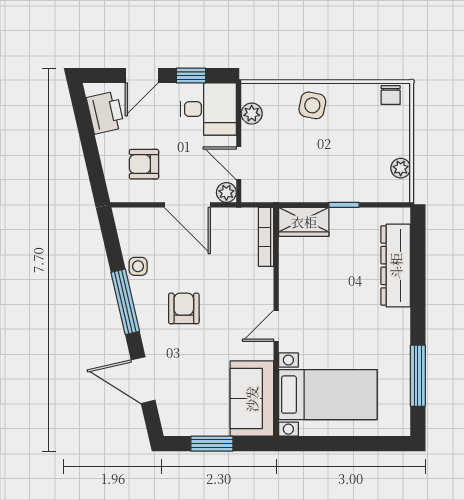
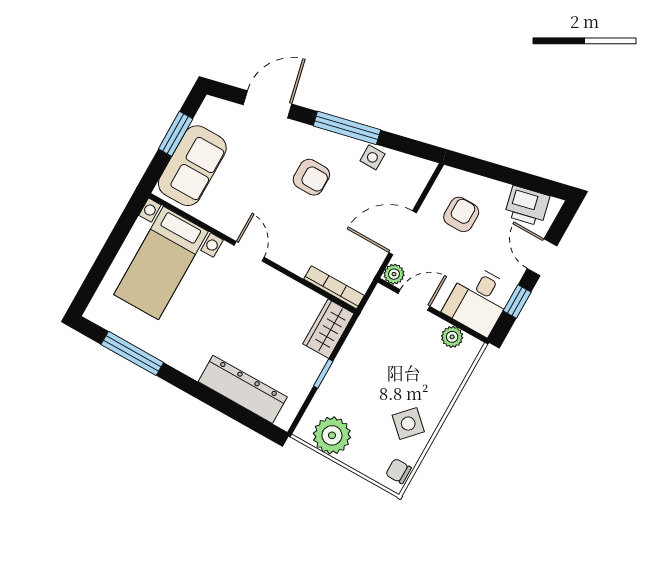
side table: (312, 105) -> (408, 424), moved, turned 32
plant: (401, 168) -> (332, 435), width x1.88, depth x1.88
sofa: (252, 399) -> (192, 166), moved, turned 90

